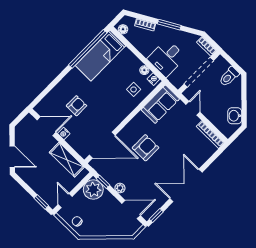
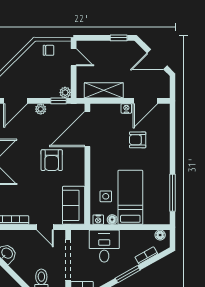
window: (88, 49) -> (172, 193), width x0.68
bed: (100, 56) -> (130, 197), moved
armchair: (77, 106) -> (138, 140), turned 90
door: (12, 157) -> (157, 59), moved
plant: (93, 190) -> (65, 92), width x0.53, depth x0.53
window: (41, 202) -> (119, 38), moved

